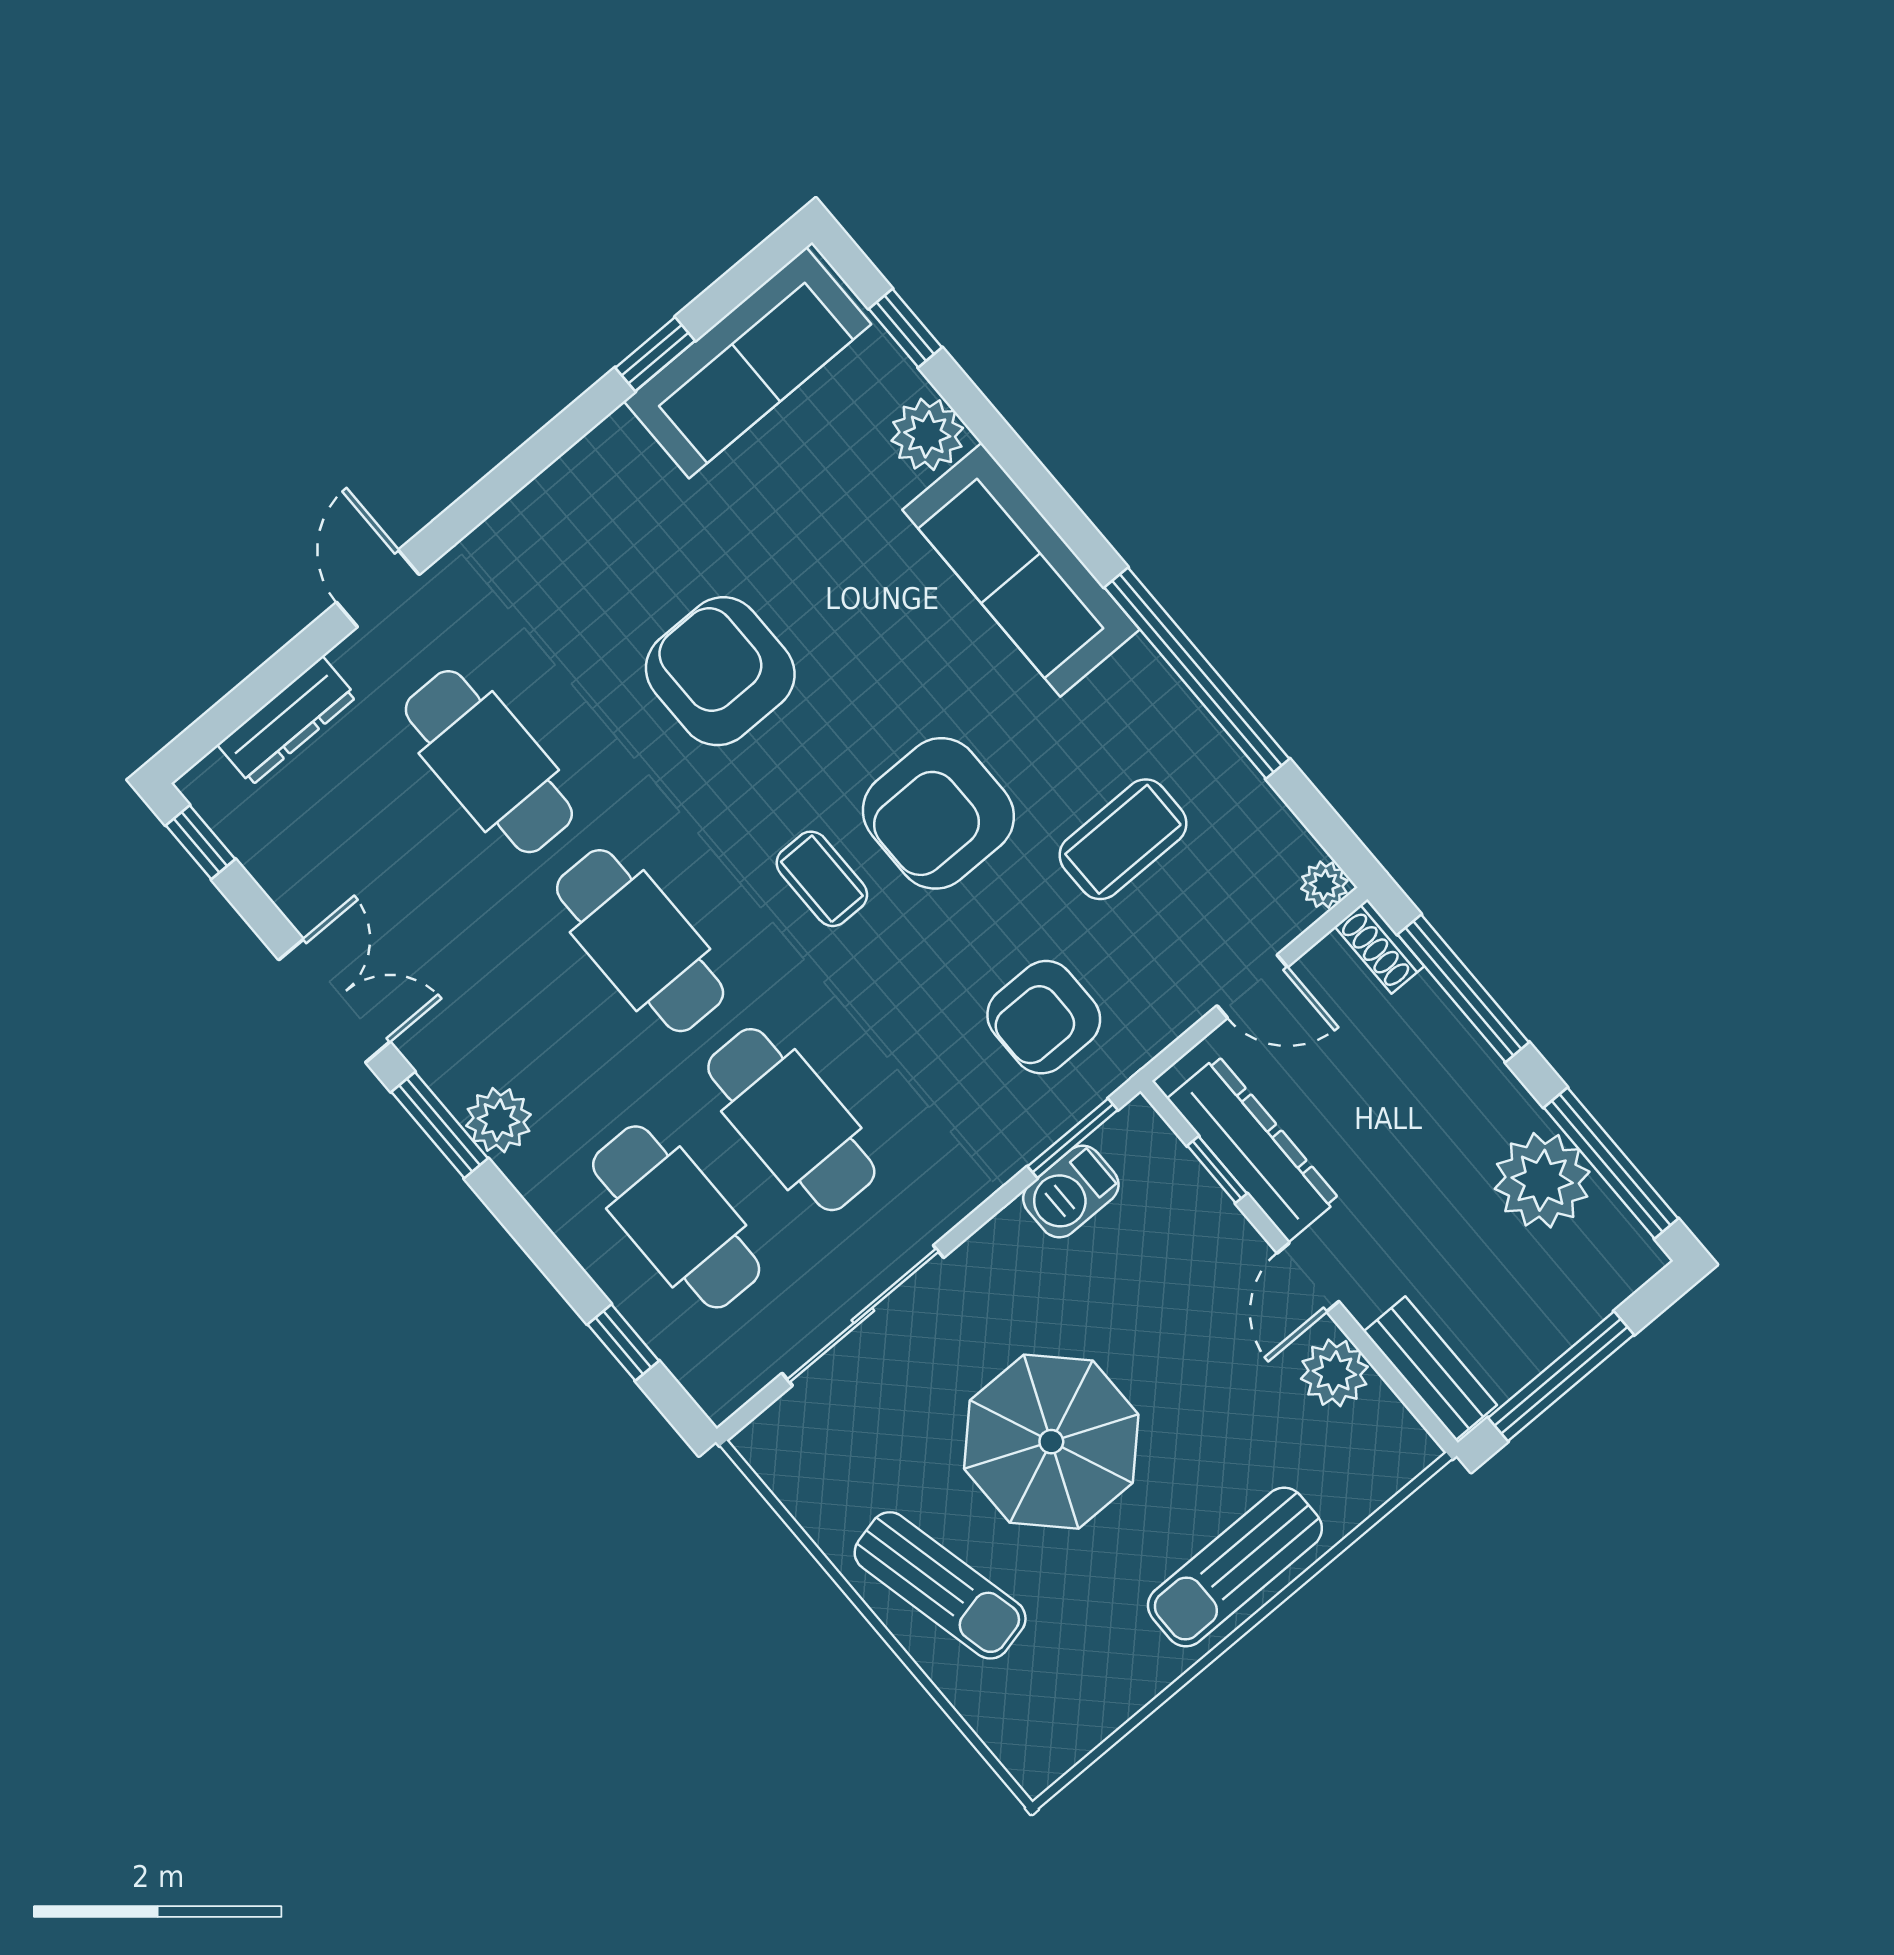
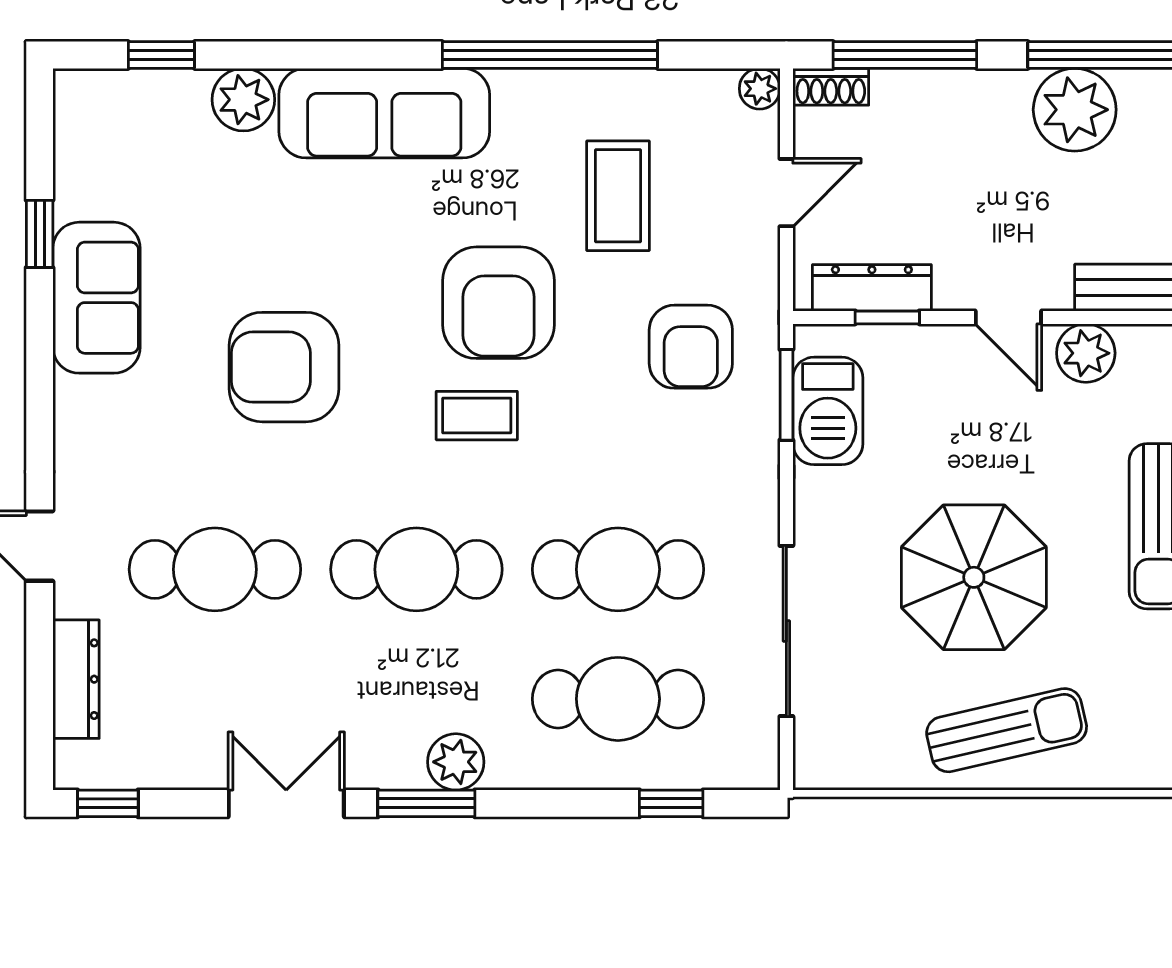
sofa: (747, 363) -> (97, 298), moved, width x0.73
dresser: (1253, 1149) -> (872, 288), width x0.73, depth x0.80
barbecue: (1071, 1192) -> (828, 411), width x1.38, depth x1.27

